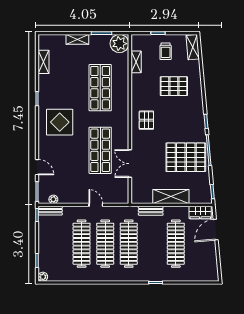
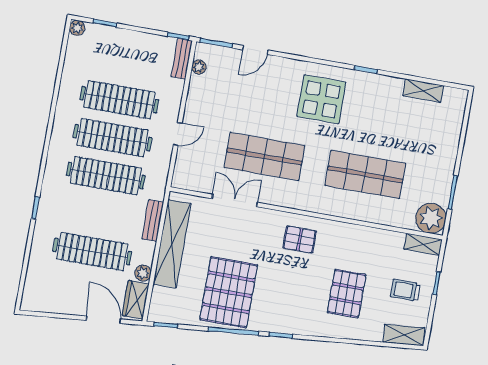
shelving: (77, 39) -> (450, 152), removed
shelving: (136, 62) -> (423, 244), moved
shelving: (171, 197) -> (172, 244), width x1.47
plant: (183, 211) -> (143, 273), added

